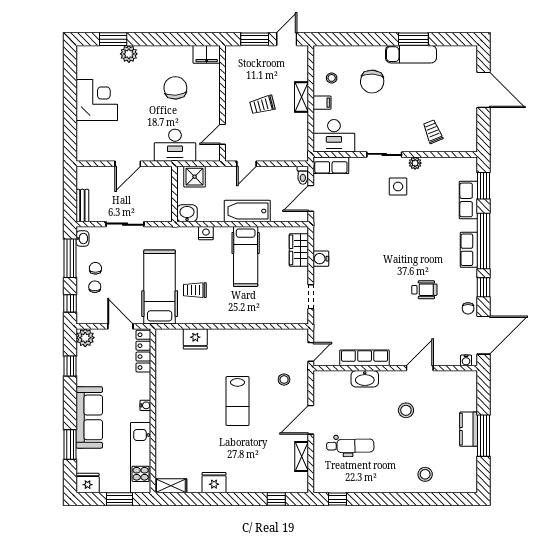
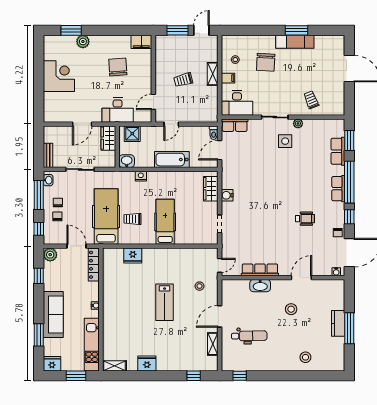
wardrobe: (163, 183) -> (108, 138), added
hospital bed: (246, 257) -> (165, 222), moved, turned 180

